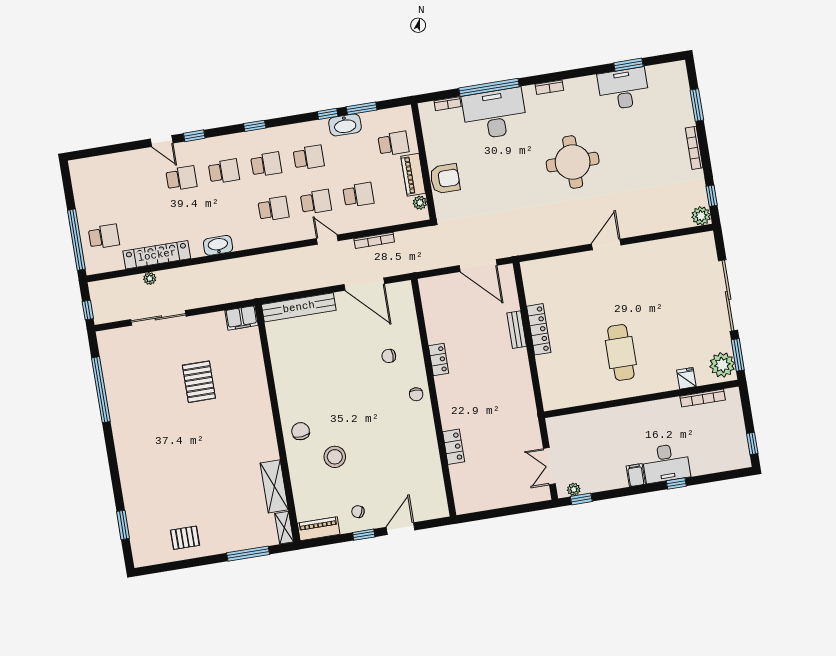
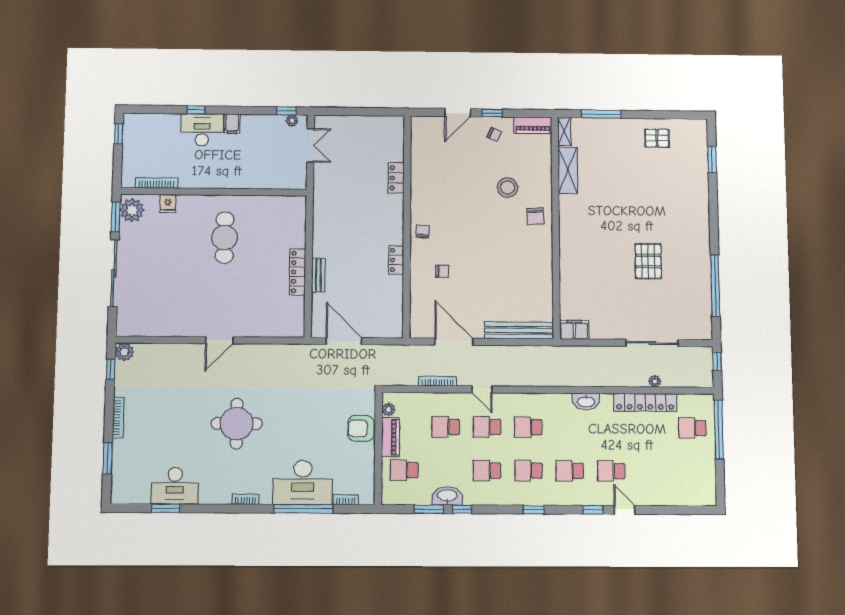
pallet: (199, 382) -> (648, 261), moved

